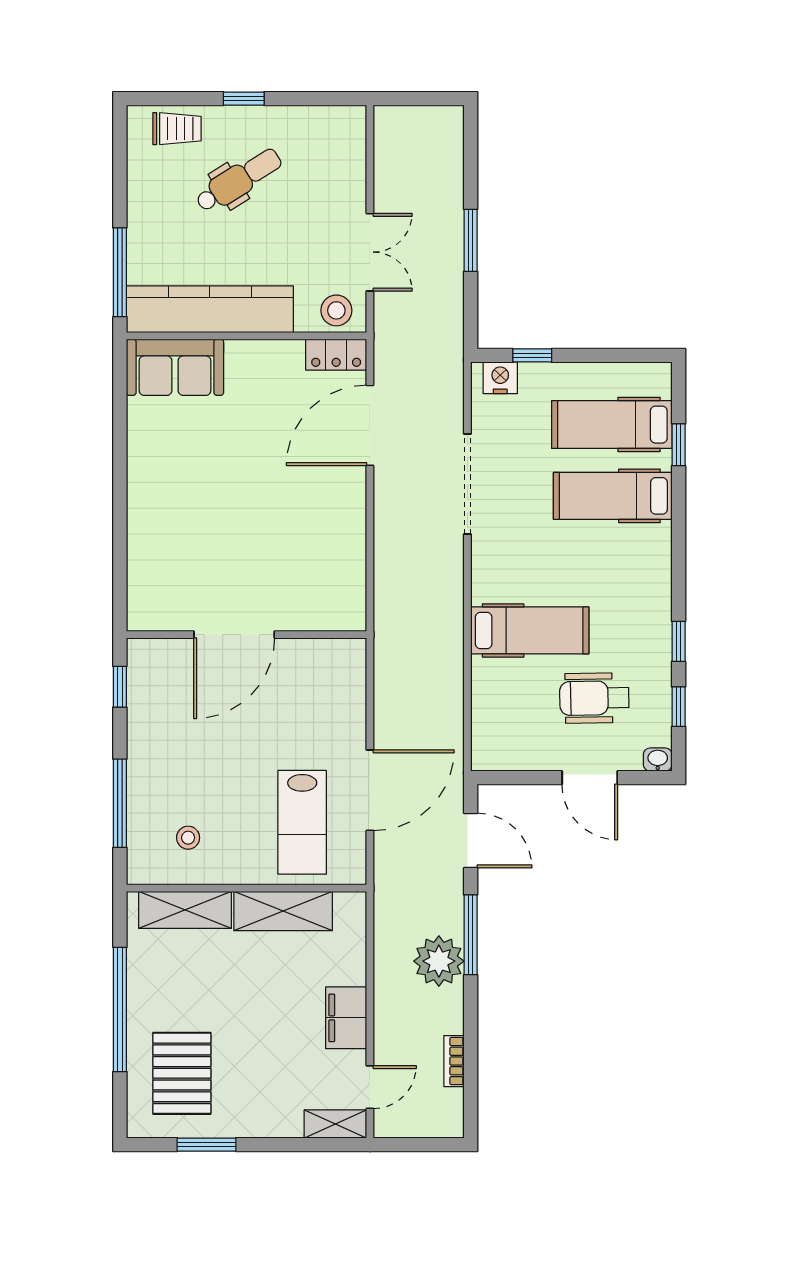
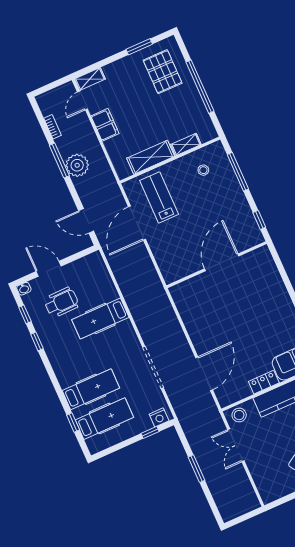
locker: (336, 355) -> (264, 382), moved
shelving: (185, 910) -> (186, 144), width x0.67, depth x0.75
window: (471, 935) -> (59, 161), moved

